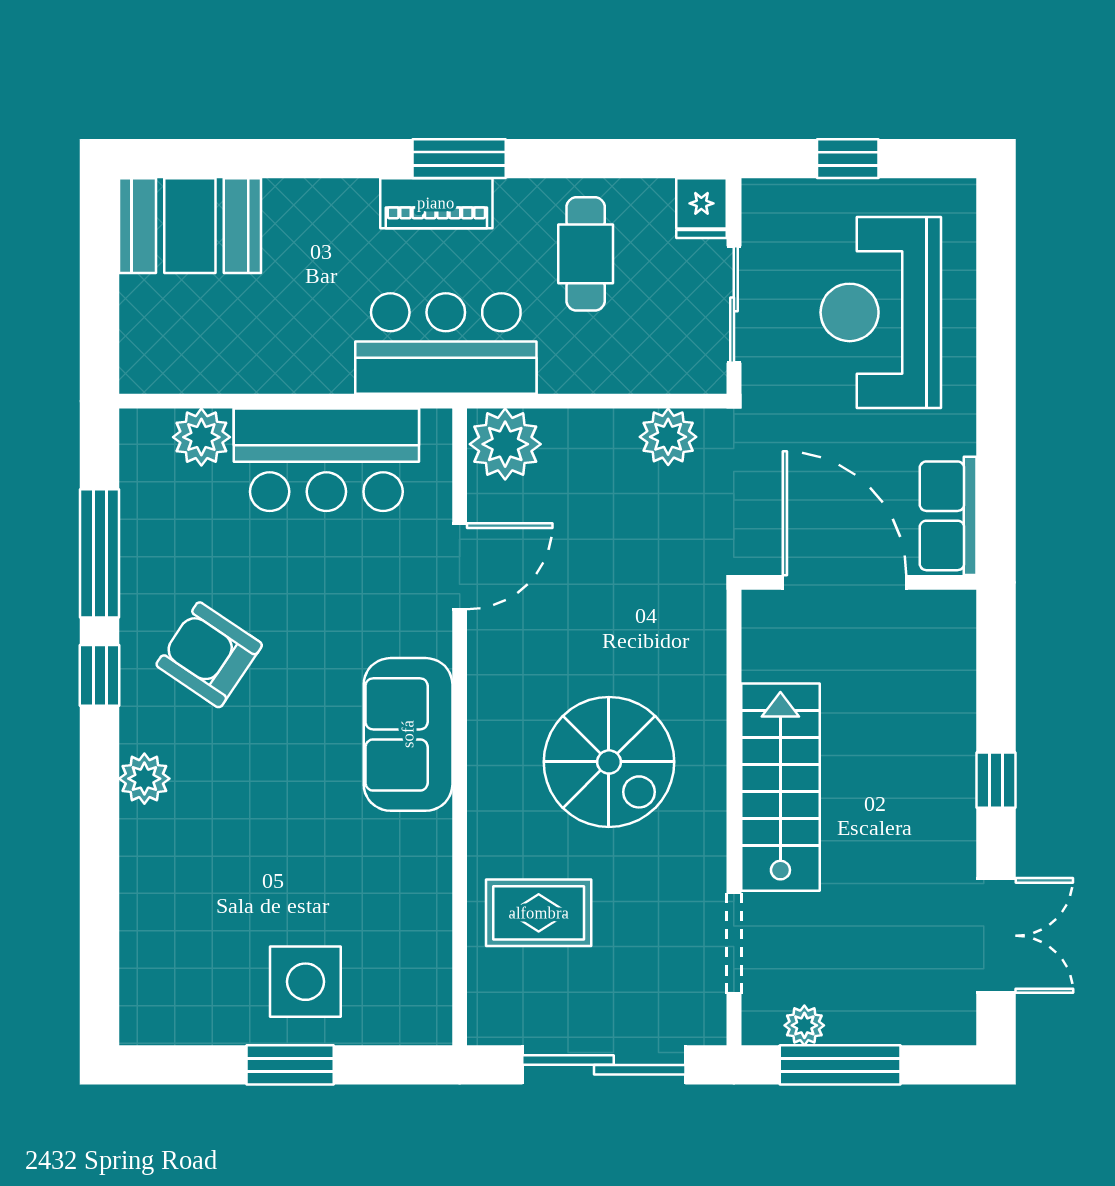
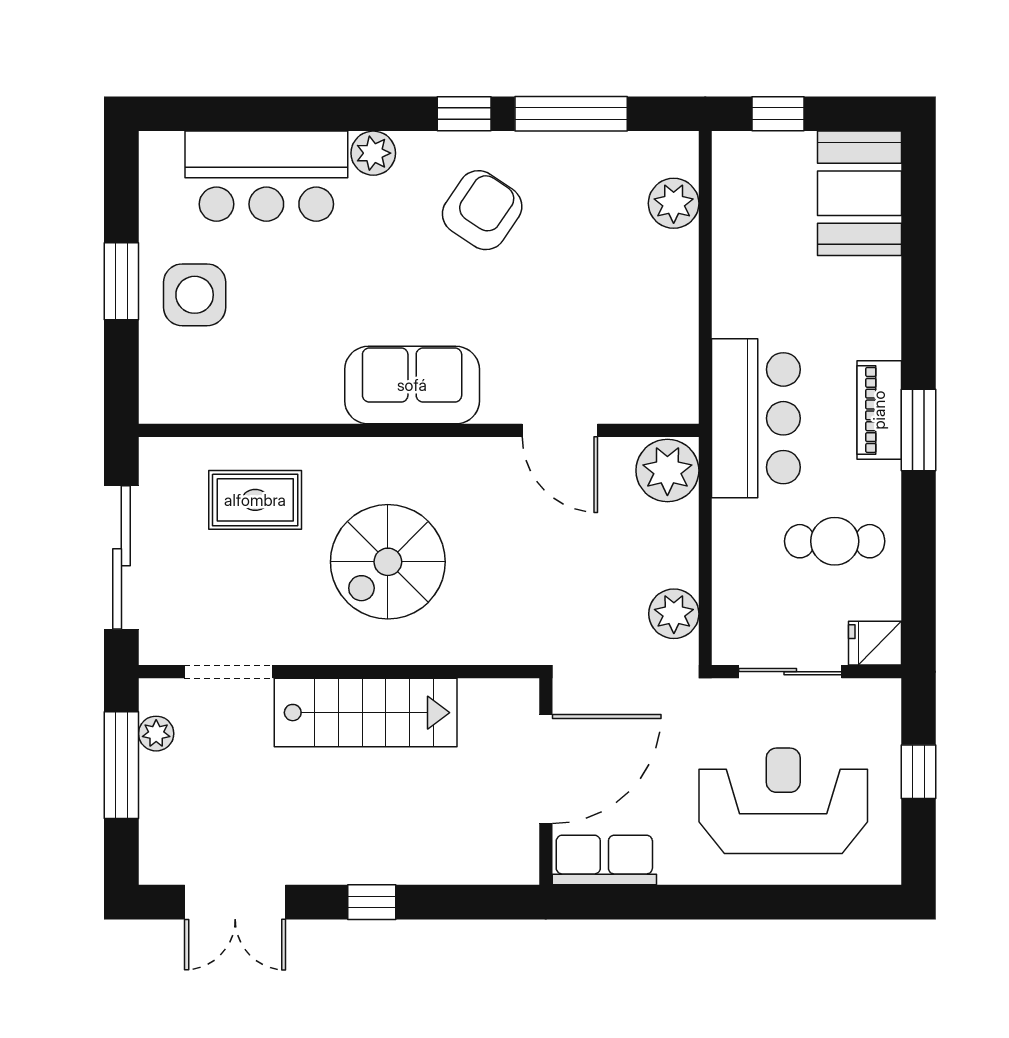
window: (100, 318) -> (778, 114), added
bar counter: (326, 460) -> (266, 176), moved, turned -90
rug: (539, 913) -> (255, 500), turned 90

